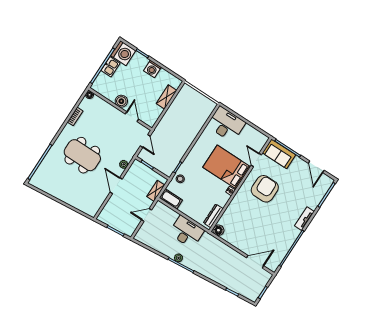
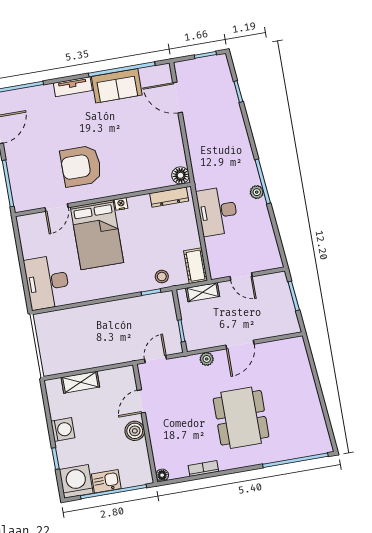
sofa: (279, 154) -> (117, 86), moved, turned 90

